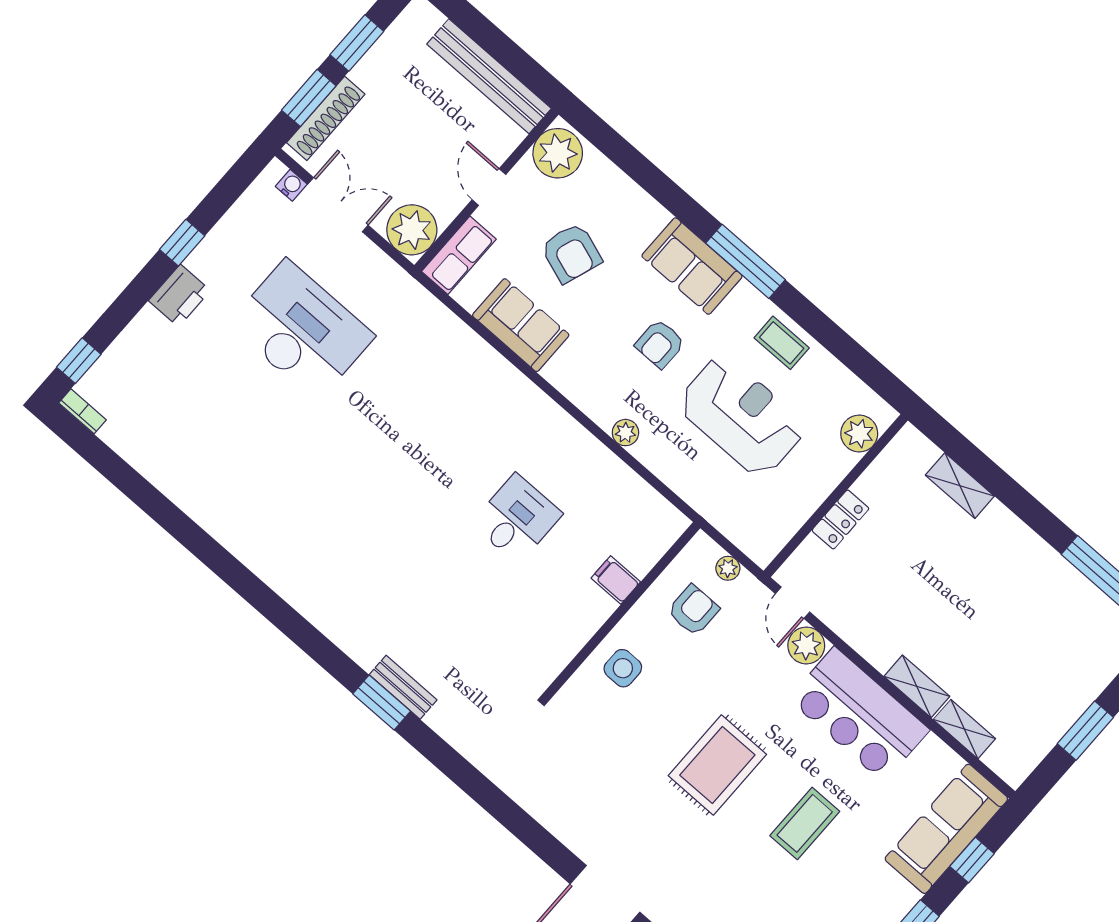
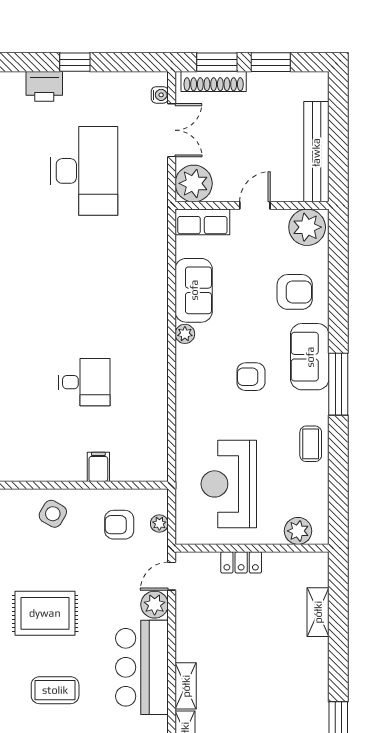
armchair: (571, 253) -> (295, 292), moved, turned -109
reception desk: (741, 416) -> (229, 484), moved, turned 180
plant: (625, 433) -> (185, 334), moved
armchair: (693, 610) -> (119, 525), turned 180
side table: (623, 668) -> (53, 514), turned 30

